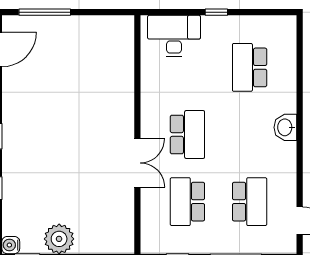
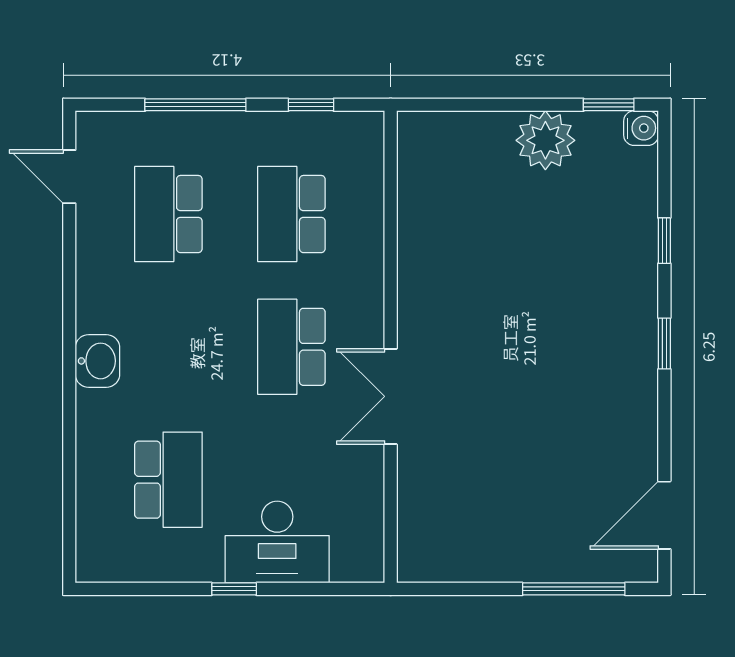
desk: (174, 36) -> (277, 542), moved
double door: (137, 163) -> (391, 396), moved
school desk: (187, 202) -> (291, 214), turned 180

